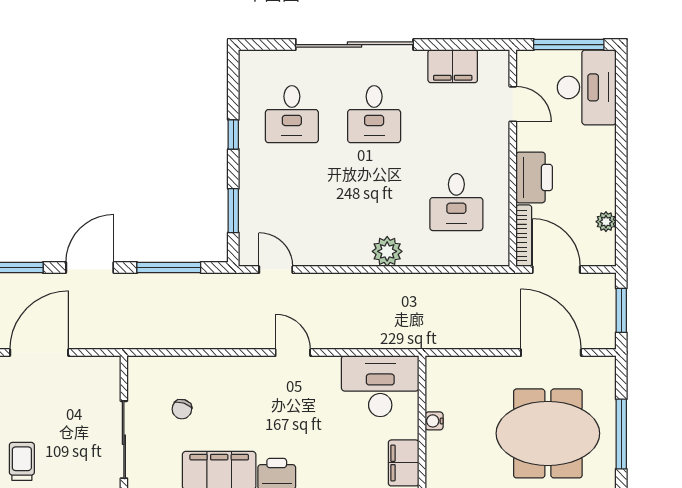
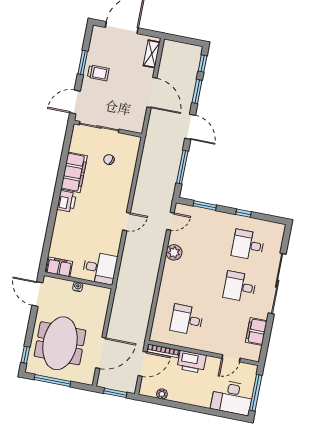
plant: (387, 251) -> (174, 252), moved
desk: (380, 386) -> (100, 268), width x0.73

